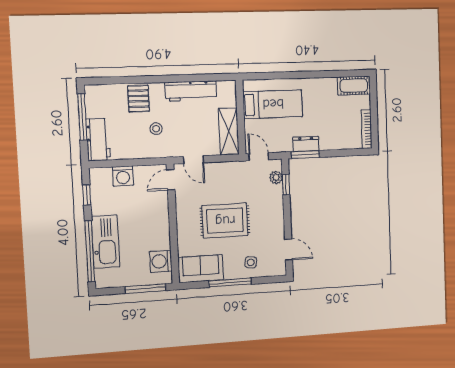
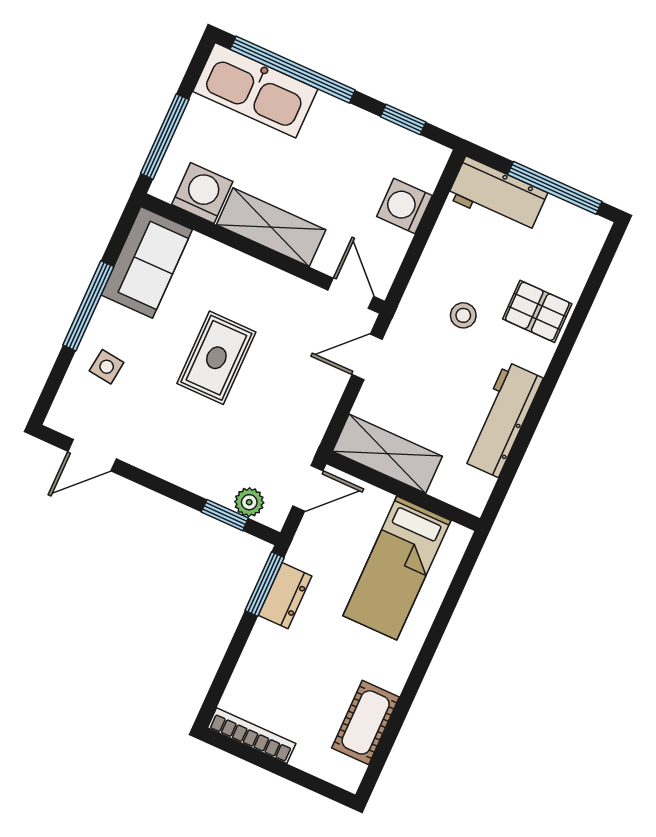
cot: (354, 86) -> (366, 722), moved
rug: (225, 221) -> (216, 358), width x0.73, depth x0.70
shelving: (160, 226) -> (271, 227), added
kitchen sink: (106, 242) -> (255, 90), moved

